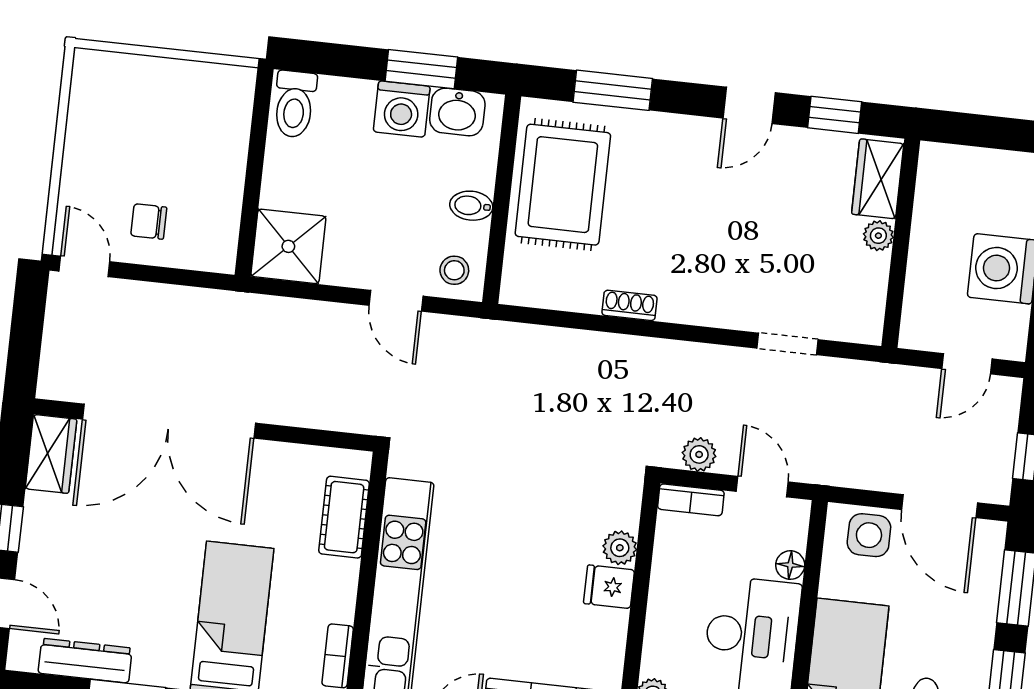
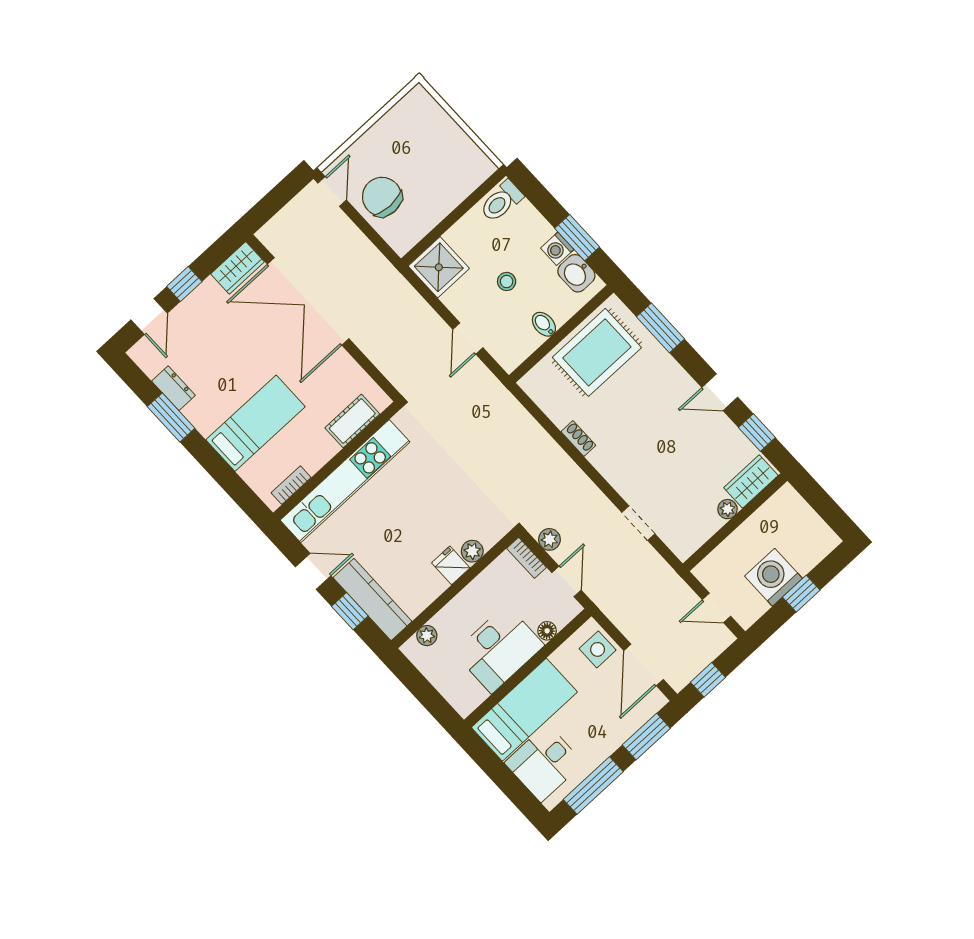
washing machine: (402, 109) -> (557, 249), width x0.73, depth x0.73
chair: (149, 221) -> (382, 197), width x1.87, depth x1.87
stool: (454, 270) -> (507, 281), moved
dresser: (85, 661) -> (173, 388), width x0.70

